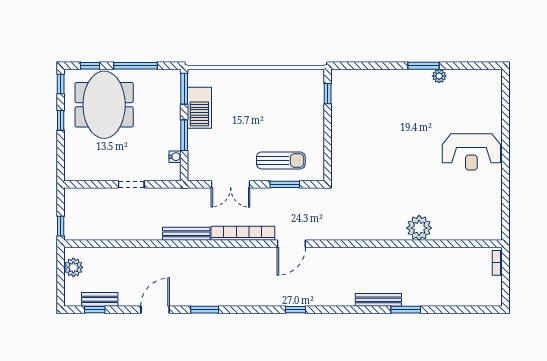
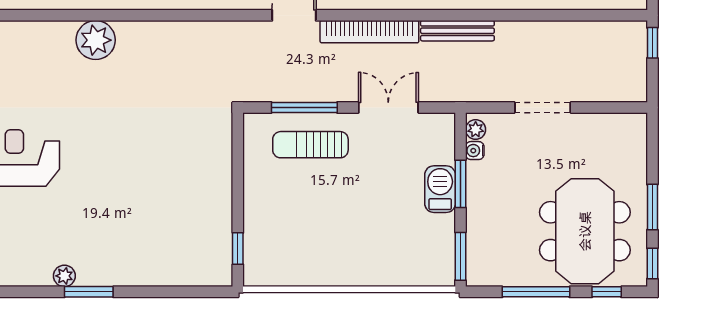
barbecue: (199, 108) -> (440, 189), moved, width x0.73, depth x0.83
window: (61, 120) -> (652, 207), width x1.50
plant: (174, 170) -> (476, 129), added
doorway: (131, 184) -> (543, 107), width x1.38
window: (285, 184) -> (304, 107), width x1.44

